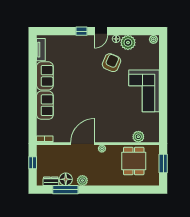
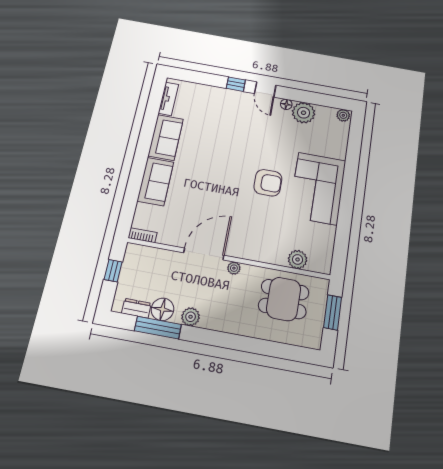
door: (101, 31) -> (265, 89), hinge flipped
armchair: (112, 63) -> (268, 183), moved, turned 67
dining table: (134, 161) -> (284, 299), turned 90

